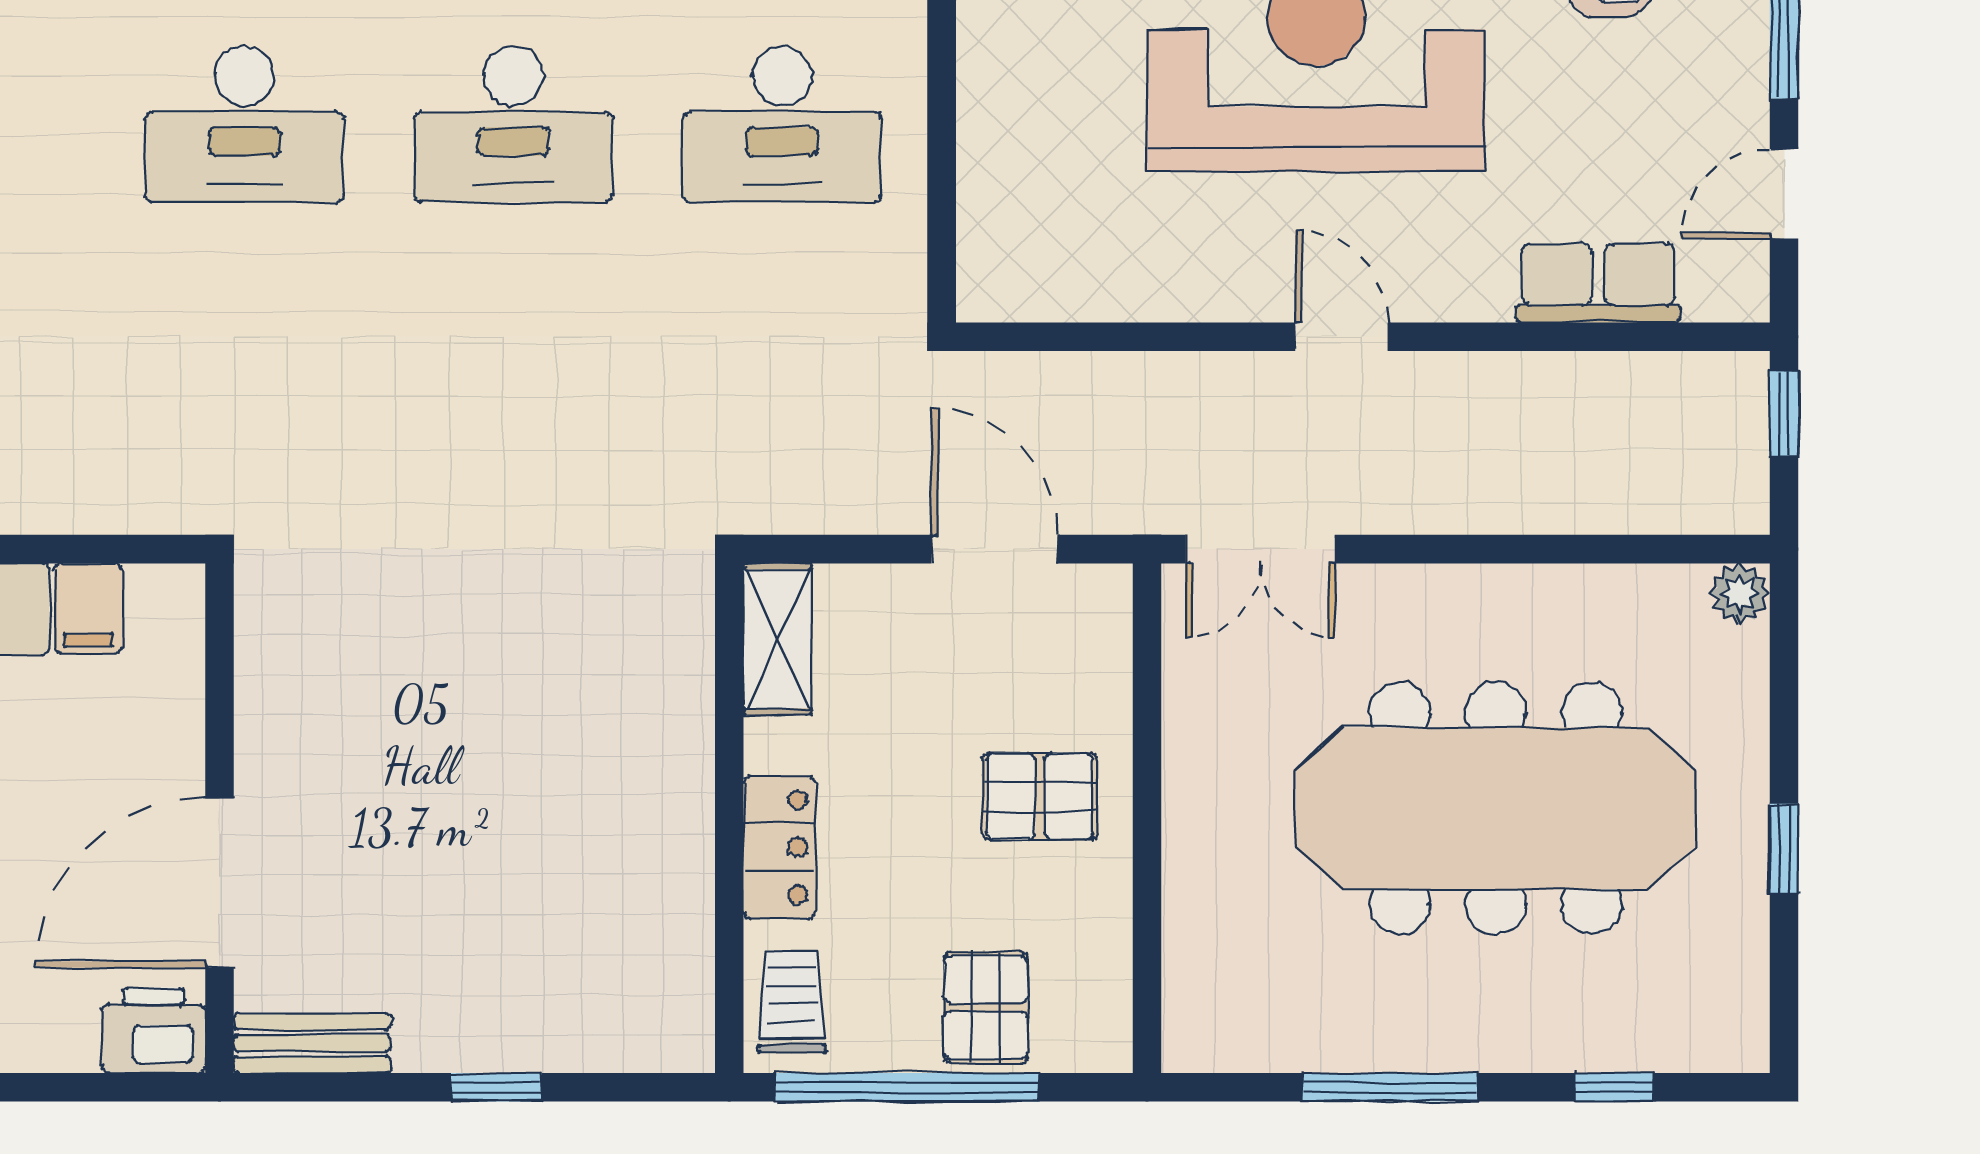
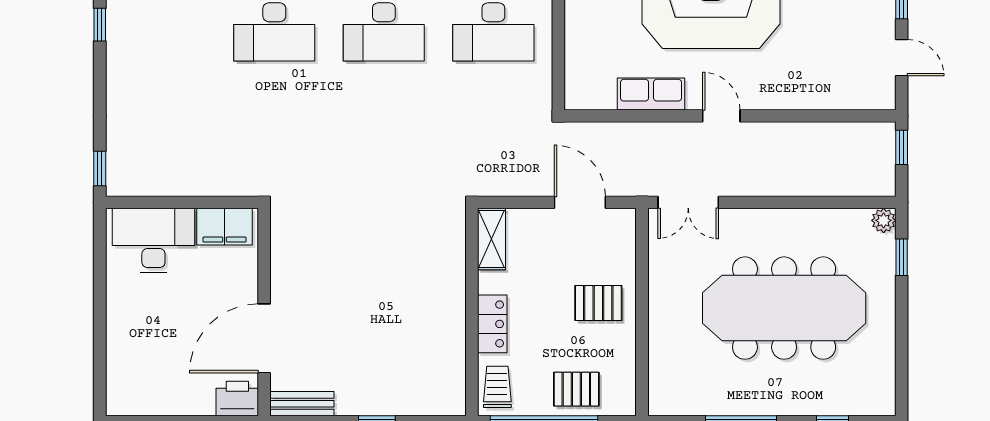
door: (1784, 194) -> (902, 58), swing flipped
row of seats: (1598, 283) -> (651, 94), moved
filing cabinet: (88, 609) -> (225, 227), width x2.00
window: (1784, 849) -> (902, 257), moved
pallet: (986, 1007) -> (576, 389), turned 90

